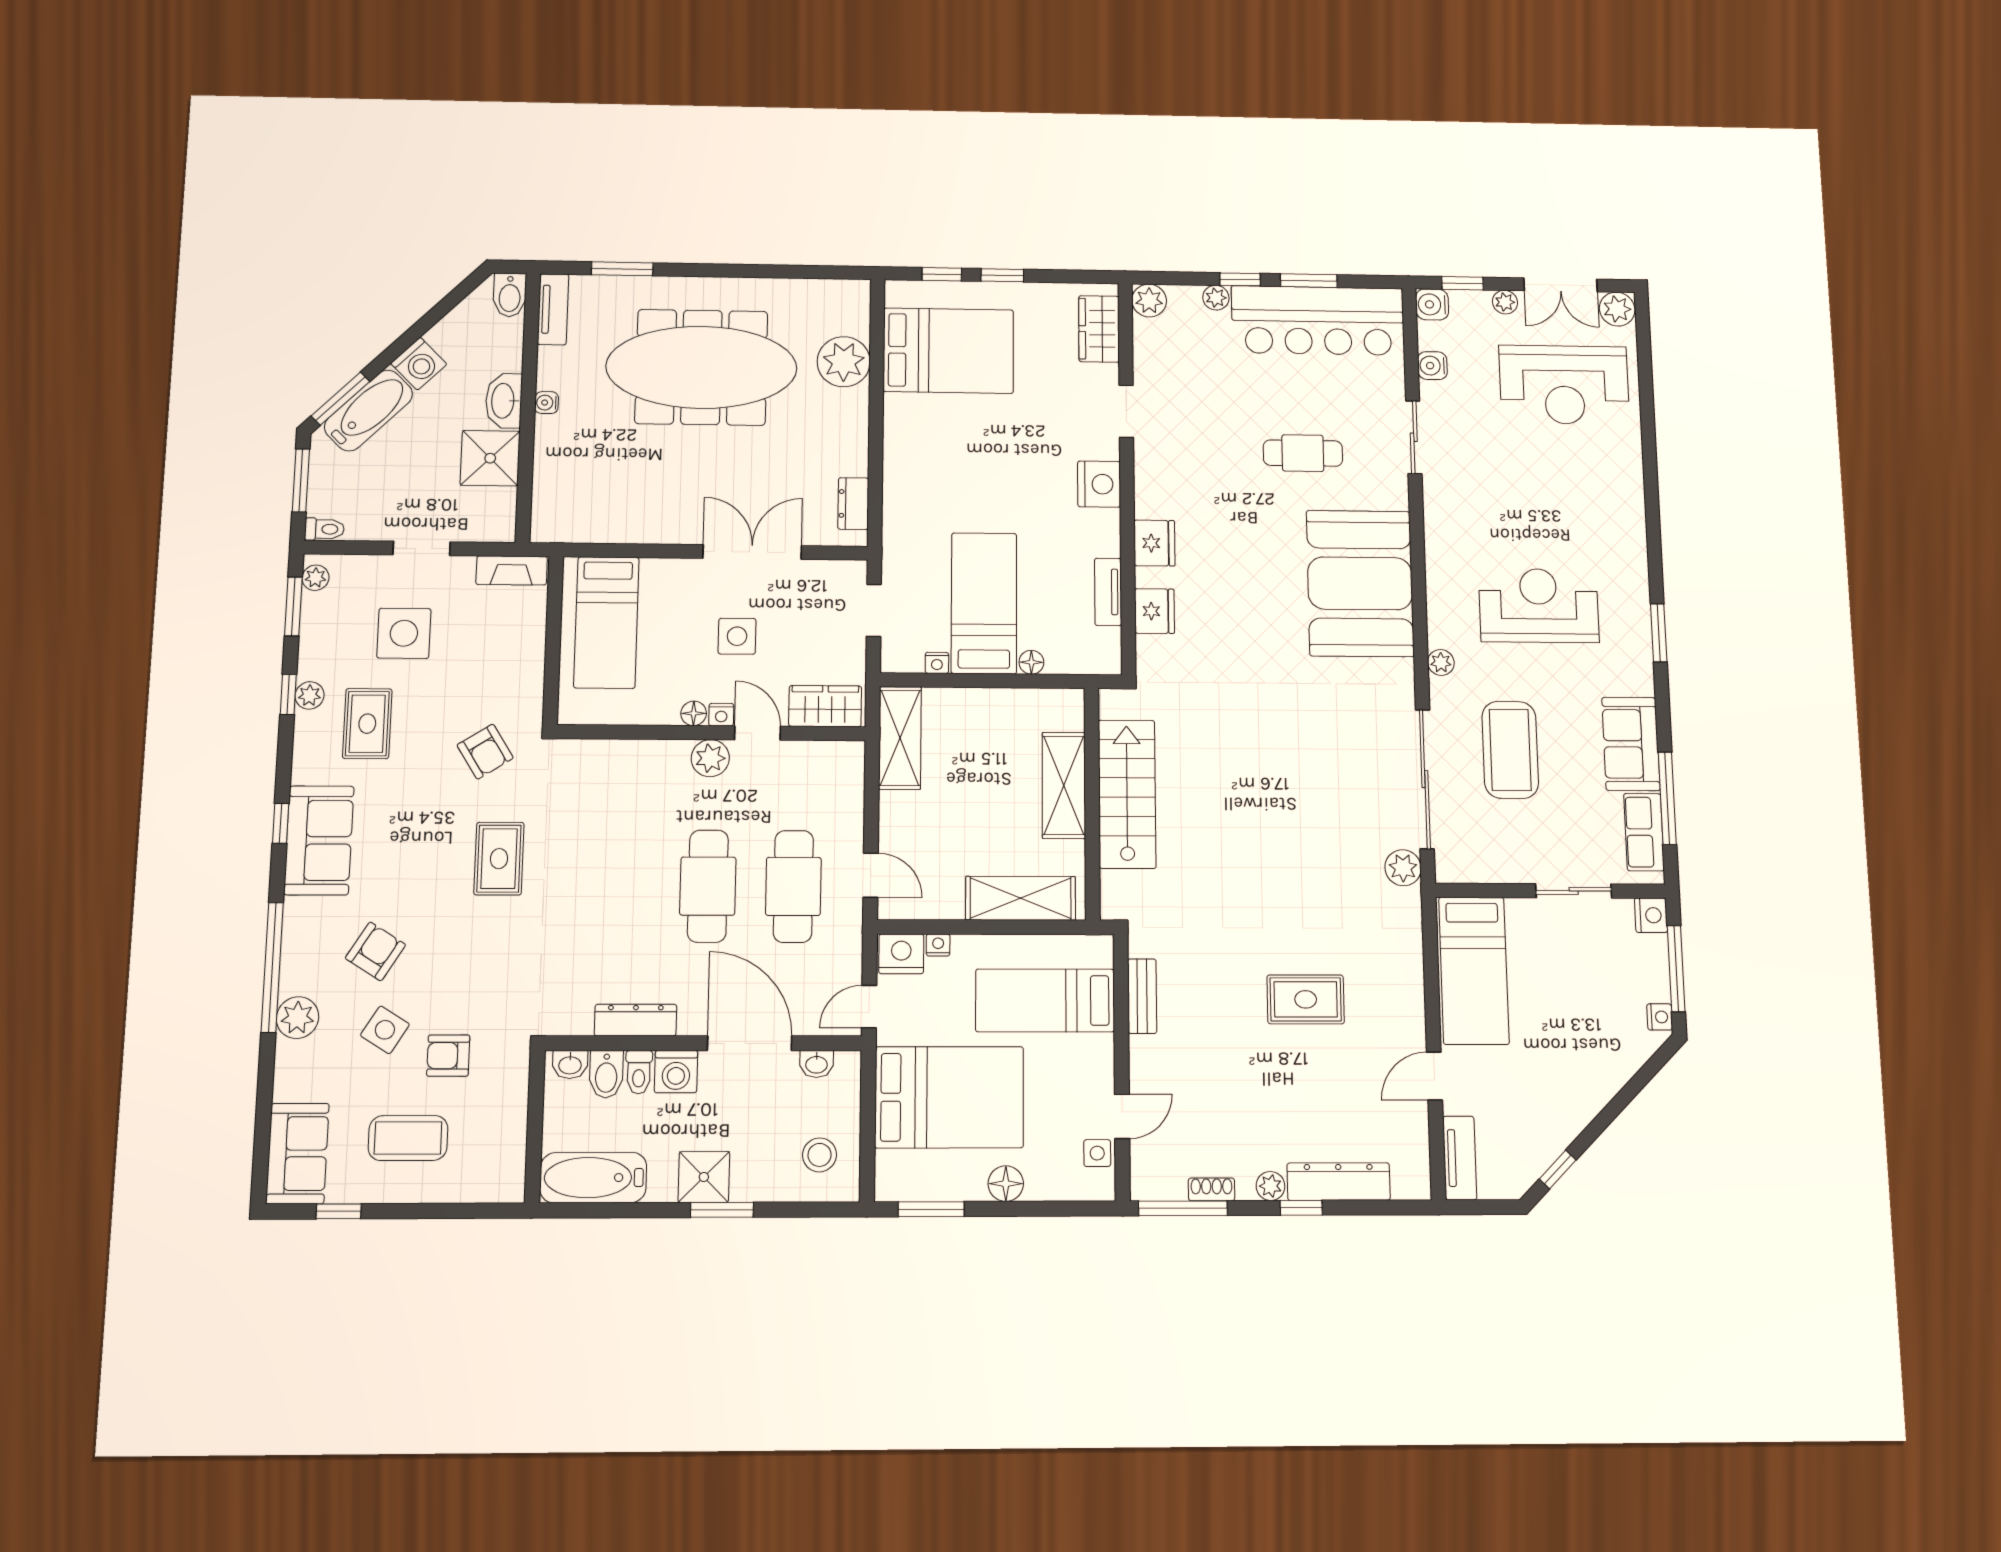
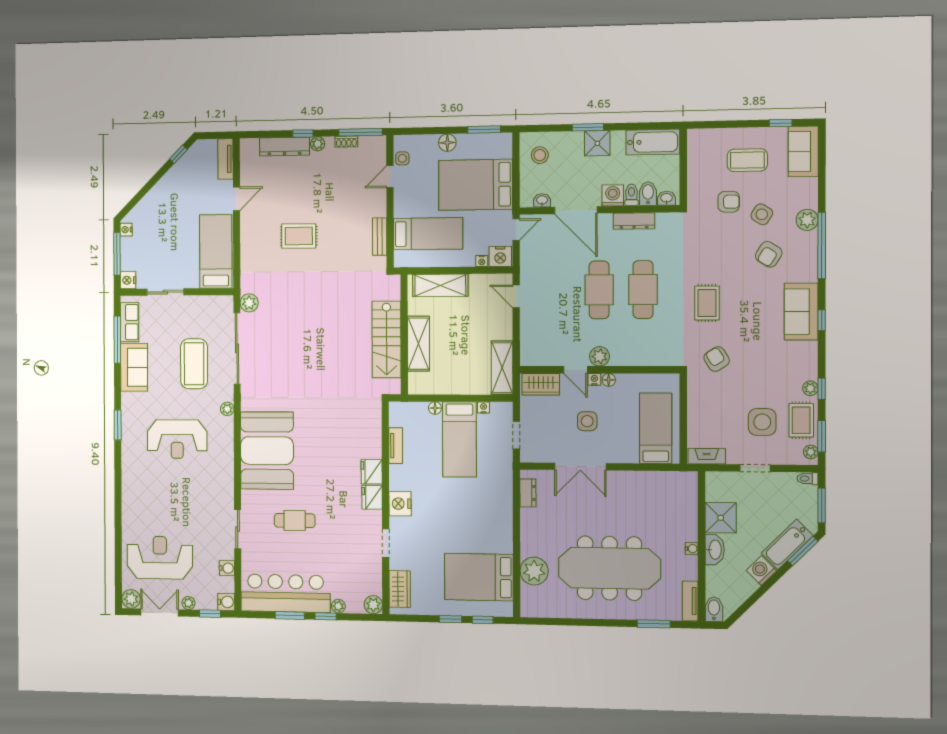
fridge: (1154, 611) -> (372, 497), moved
rug: (367, 724) -> (801, 420), moved
cafe table: (793, 886) -> (643, 290), moved

